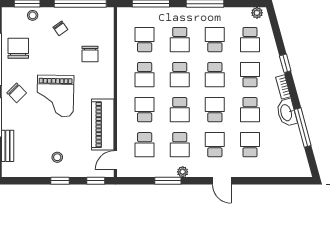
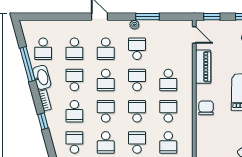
chair: (90, 54) -> (206, 108), moved
piano: (103, 125) -> (203, 67), width x0.73, depth x0.75
school desk: (145, 145) -> (43, 49), moved, turned 180
door: (115, 160) -> (194, 35), hinge flipped

